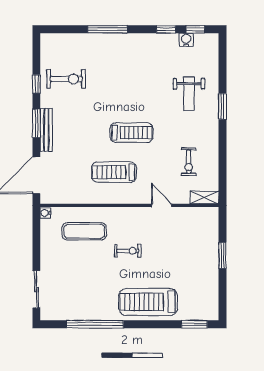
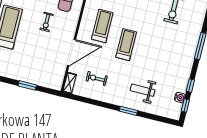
treadmill: (131, 133) -> (126, 45), turned 180
door: (162, 205) -> (72, 53), width x1.87

